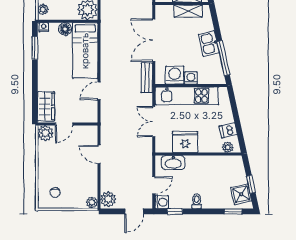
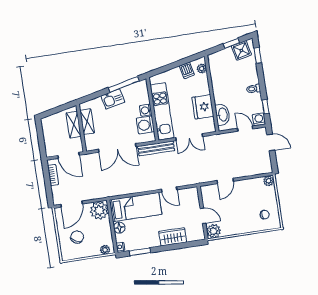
bench: (147, 78) -> (156, 148), width x1.36
wardrobe: (46, 106) -> (173, 237), moved
plant: (108, 199) -> (263, 167), removed

